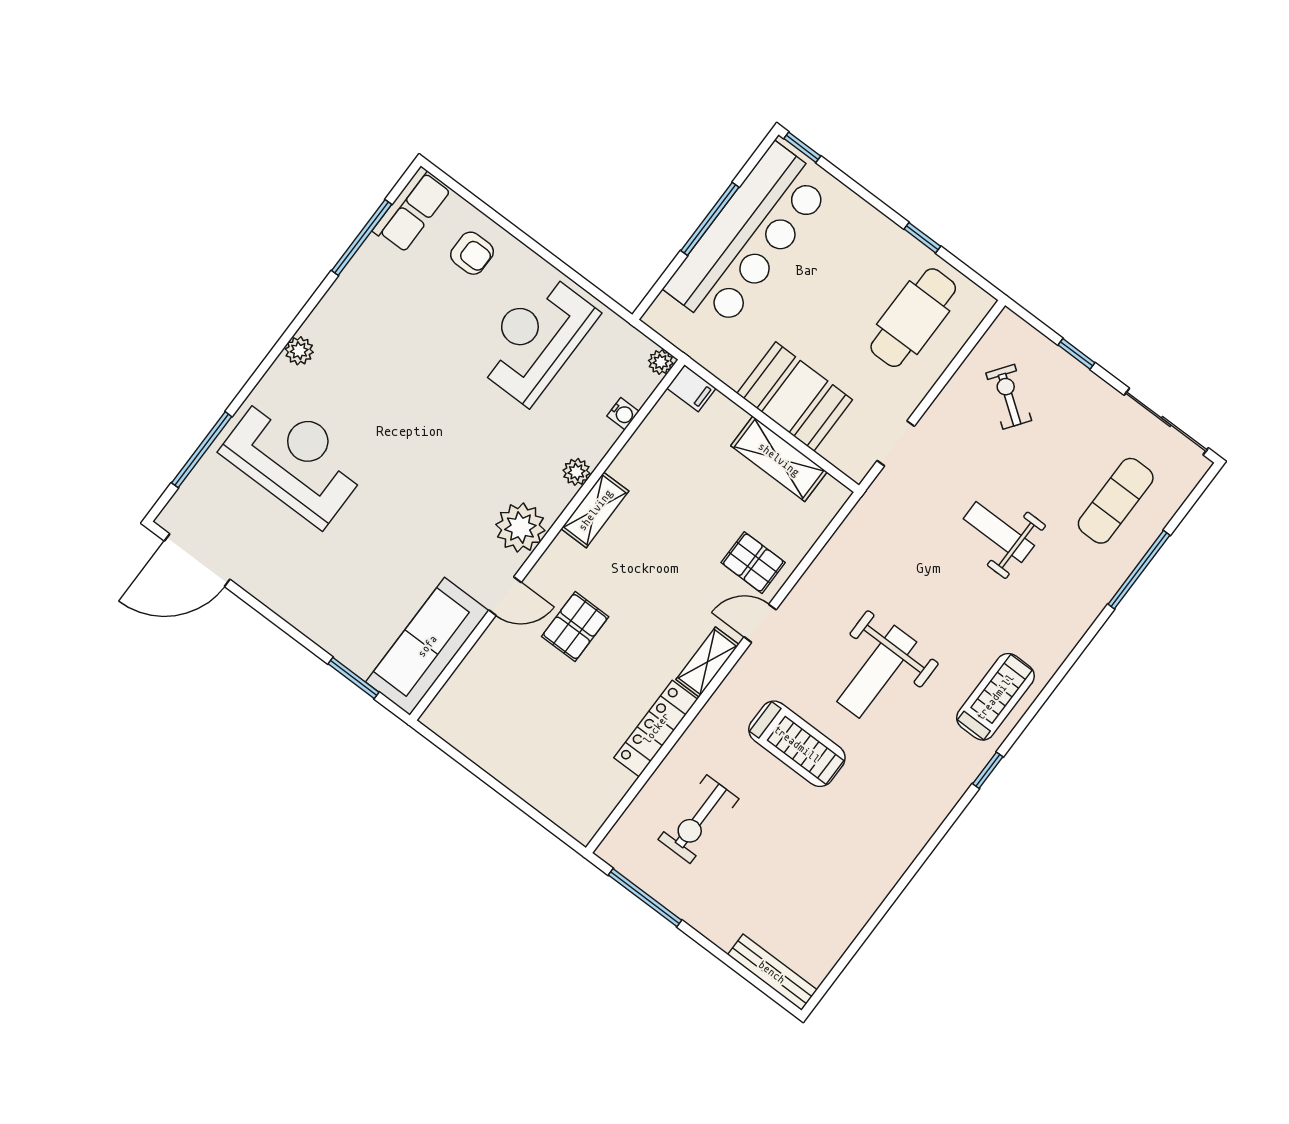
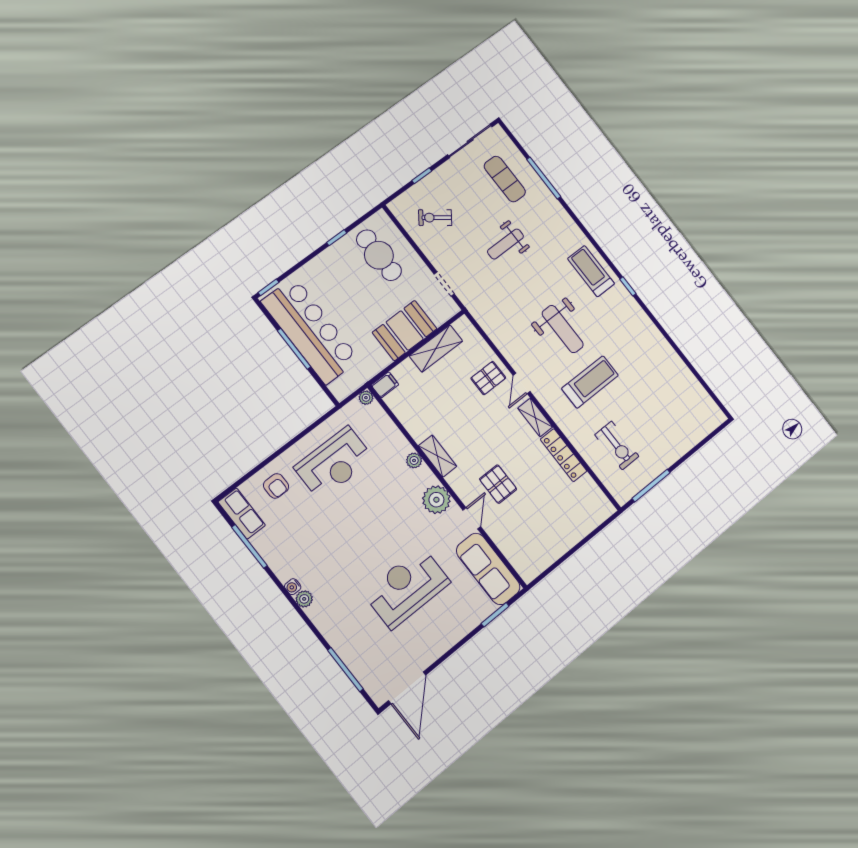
armchair: (472, 253) -> (276, 486), turned 90
reception desk: (536, 338) -> (334, 463), turned -90
water cooler: (623, 414) -> (293, 587), moved, turned 180
reception desk: (295, 459) -> (407, 588), moved
bench: (772, 972) -> (705, 429), removed

